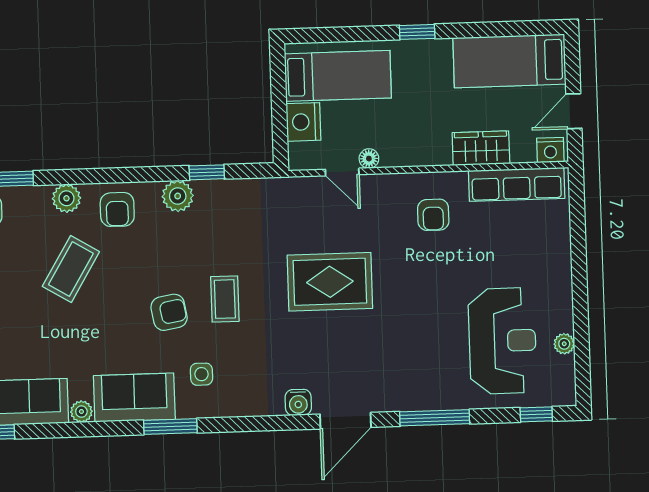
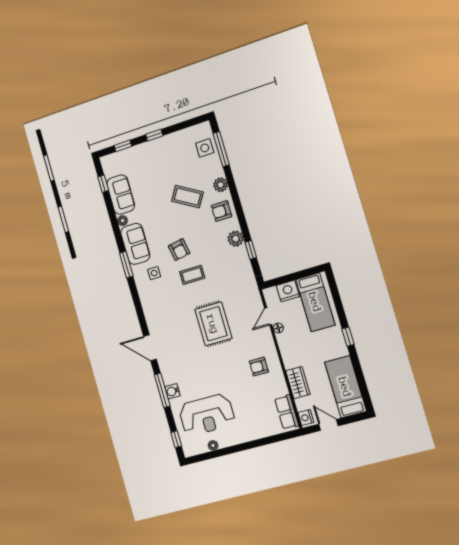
row of seats: (517, 184) -> (287, 412), width x0.68
water cooler: (298, 402) -> (172, 391), moved

